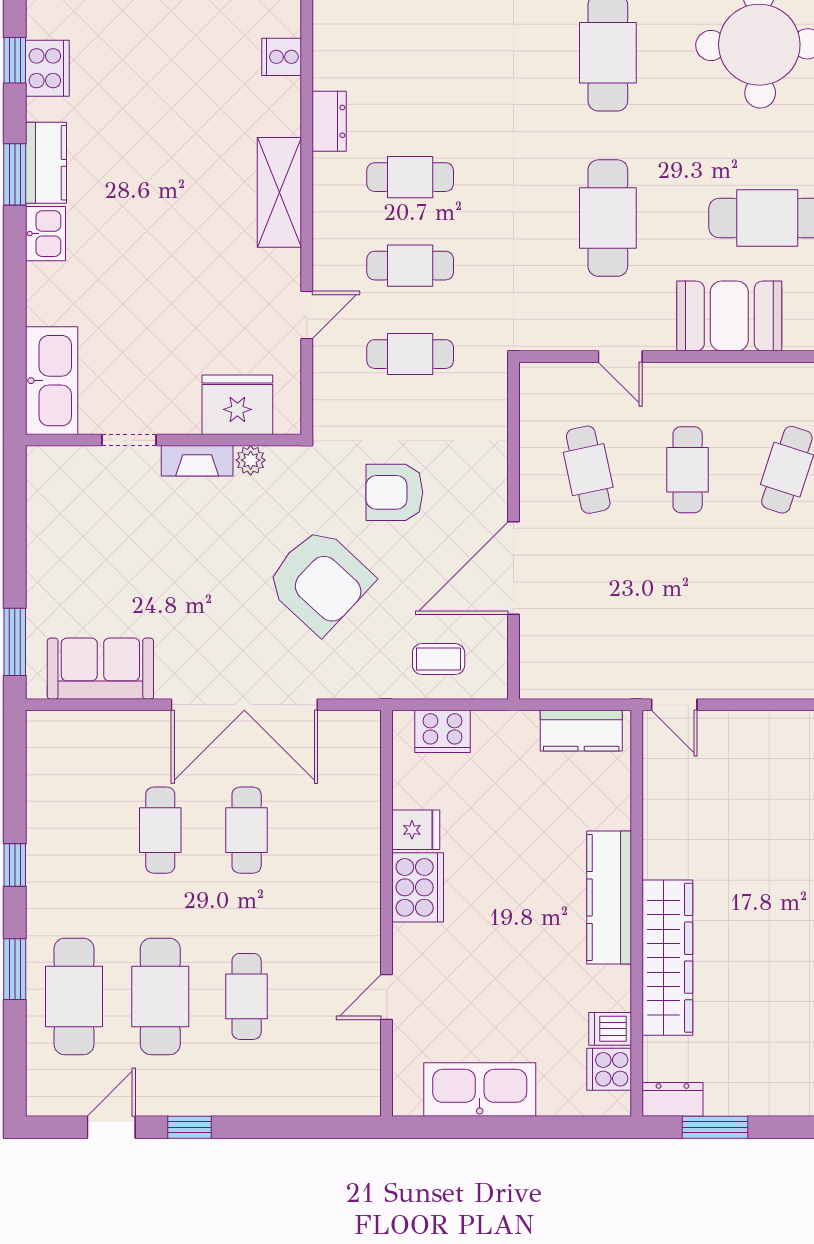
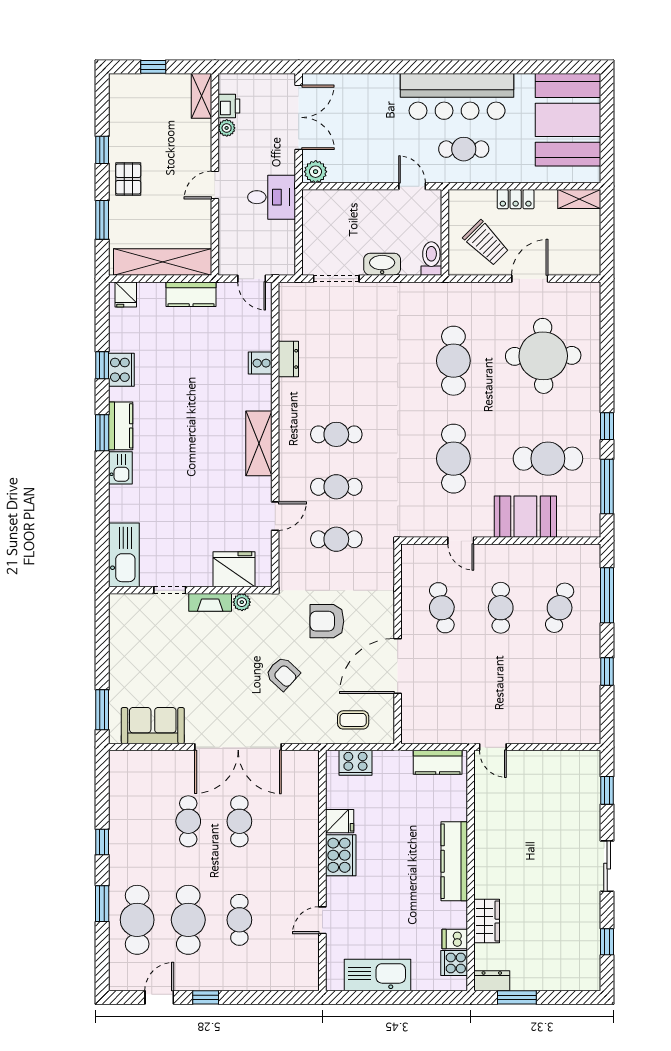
dresser: (329, 121) -> (288, 359), moved
armchair: (320, 581) -> (283, 674), width x0.53, depth x0.53
wardrobe: (667, 958) -> (487, 921), width x0.48, depth x0.85

